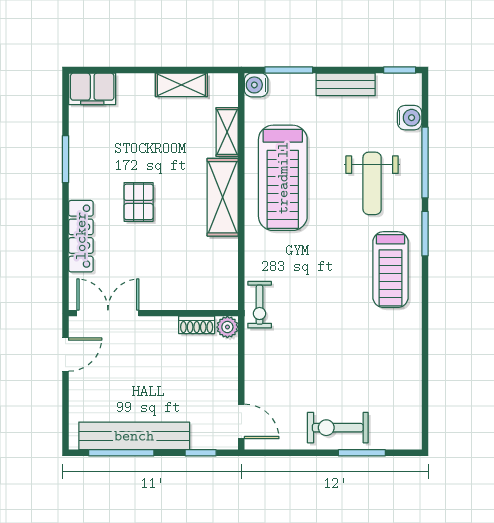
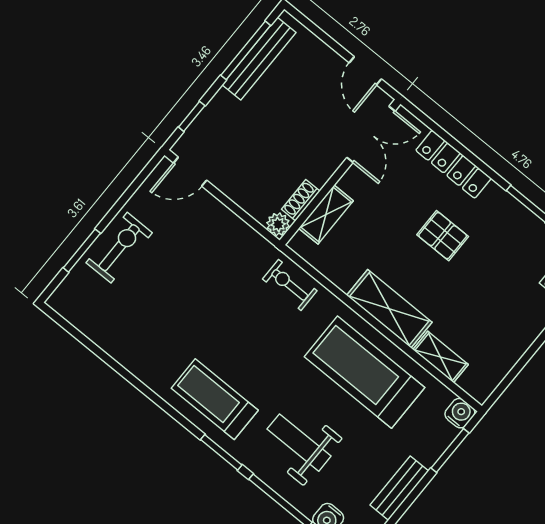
shelving: (181, 85) -> (326, 215), moved
exercise bike: (260, 305) -> (290, 285), moved
bench: (134, 436) -> (259, 59), width x0.73, depth x0.82

